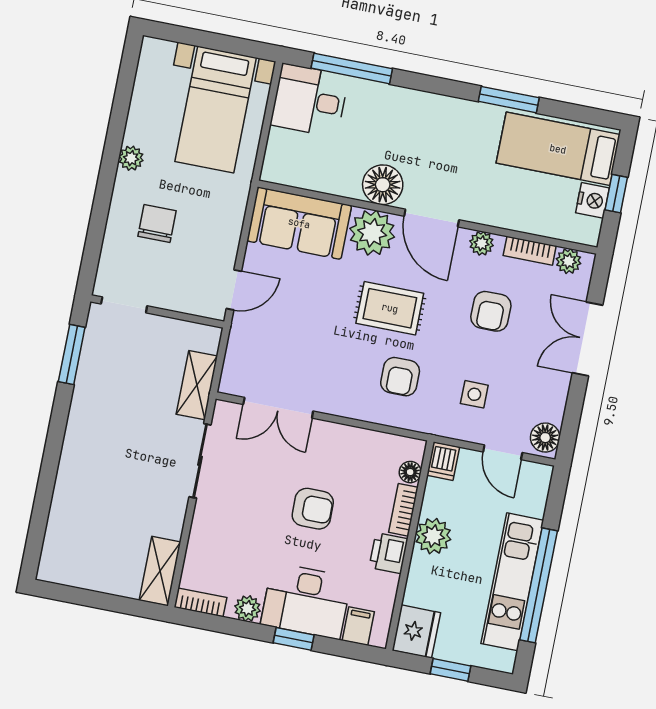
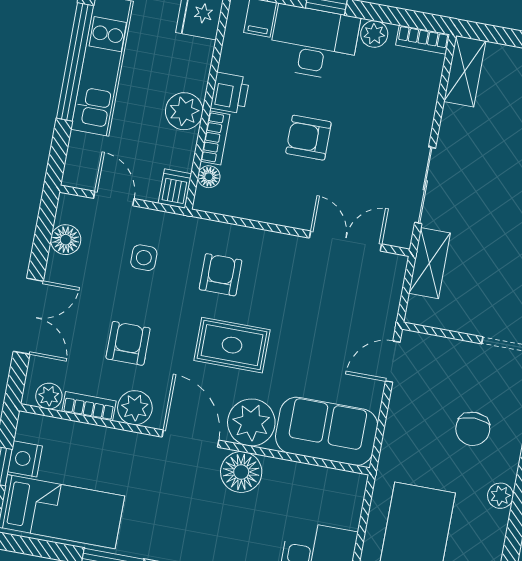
plant: (482, 243) -> (135, 408), width x1.38, depth x1.38
floor lamp: (545, 438) -> (66, 240), moved

